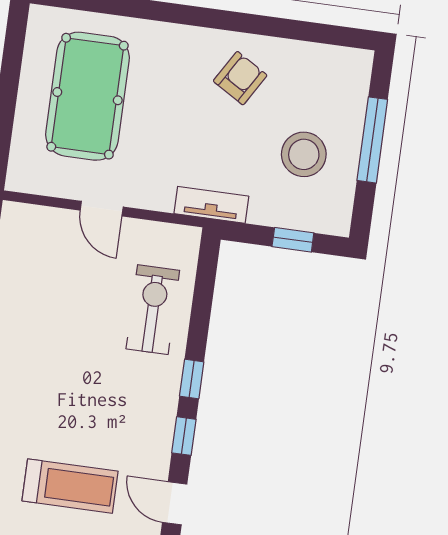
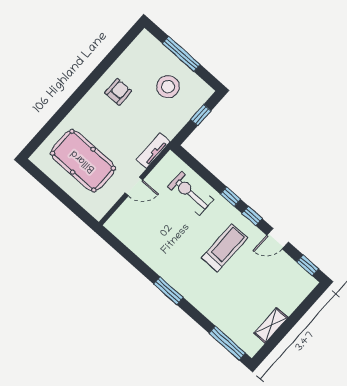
armchair: (240, 78) -> (118, 92), turned 59
tv unit: (211, 205) -> (153, 151), moved
treadmill: (70, 486) -> (225, 248), moved

